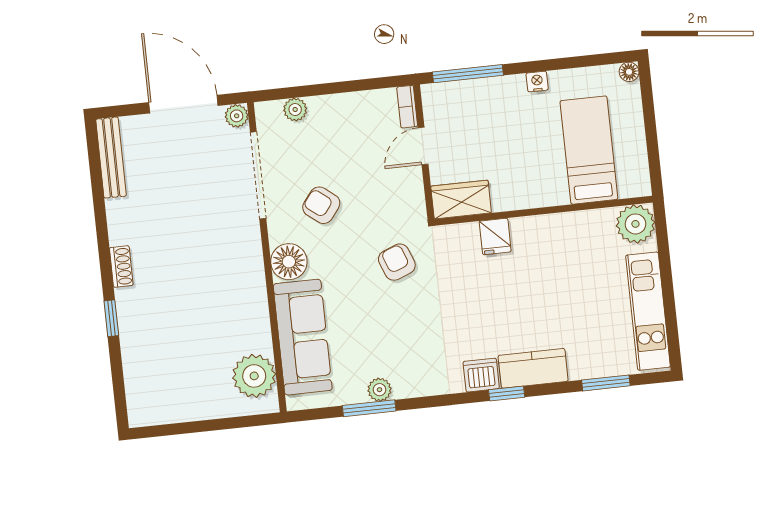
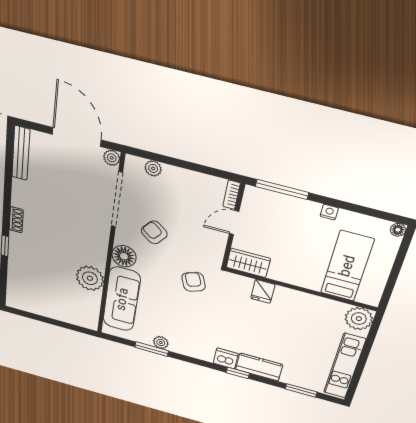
plant: (254, 376) -> (90, 278), moved

